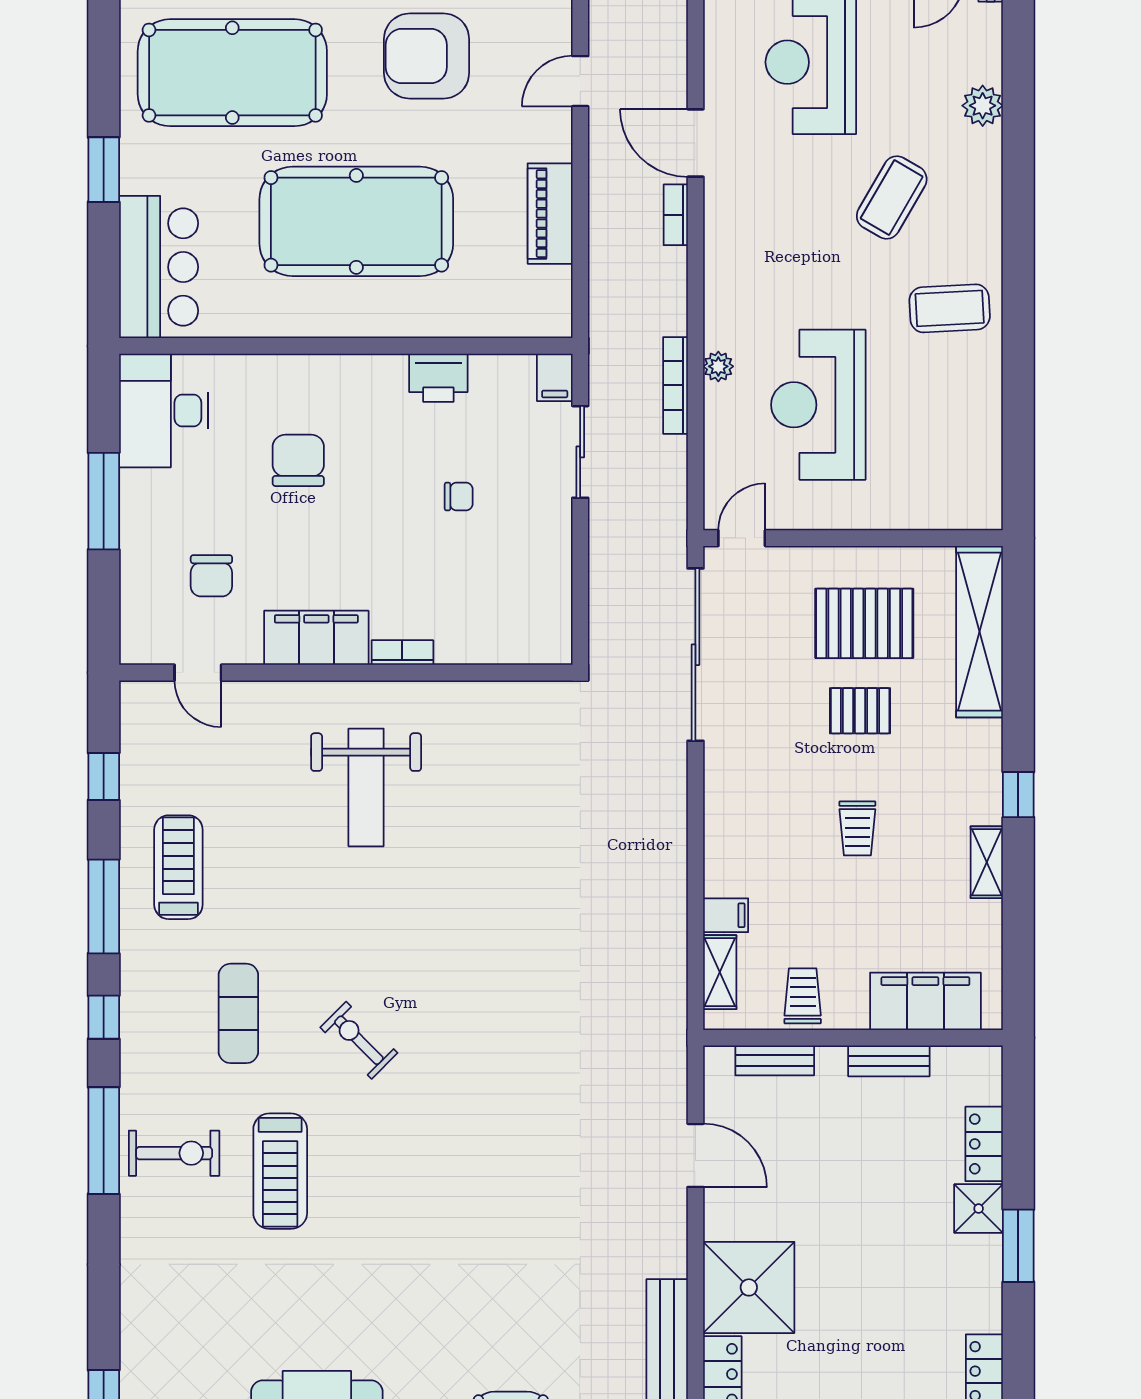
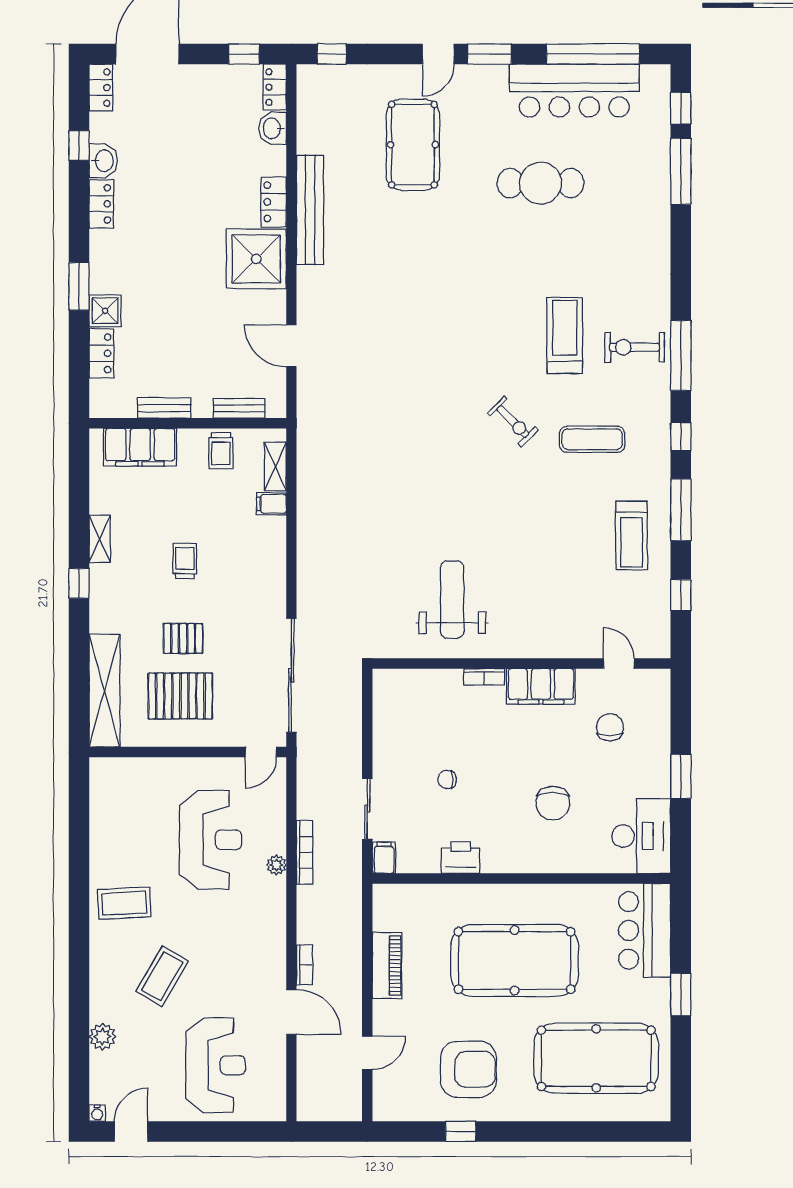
window: (104, 501) -> (681, 776), width x0.69
weight bench: (366, 787) -> (452, 599), moved
exercise mat: (238, 1013) -> (592, 439), turned 90

